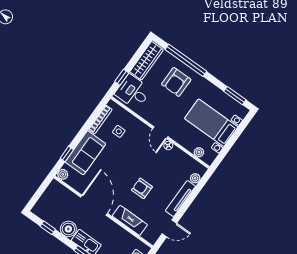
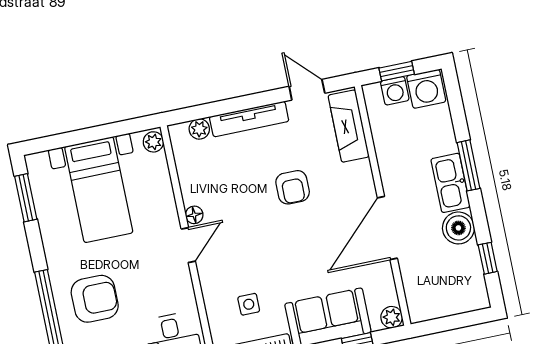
plant: (199, 152) -> (153, 142), moved
fireplace: (130, 220) -> (349, 126), moved

